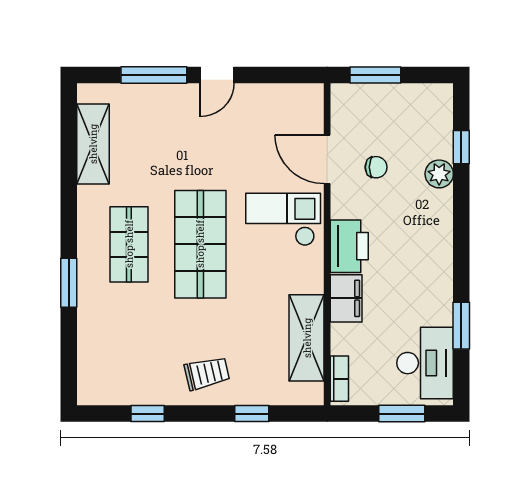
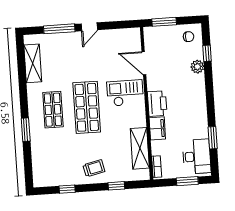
chair: (376, 167) -> (189, 37), moved

